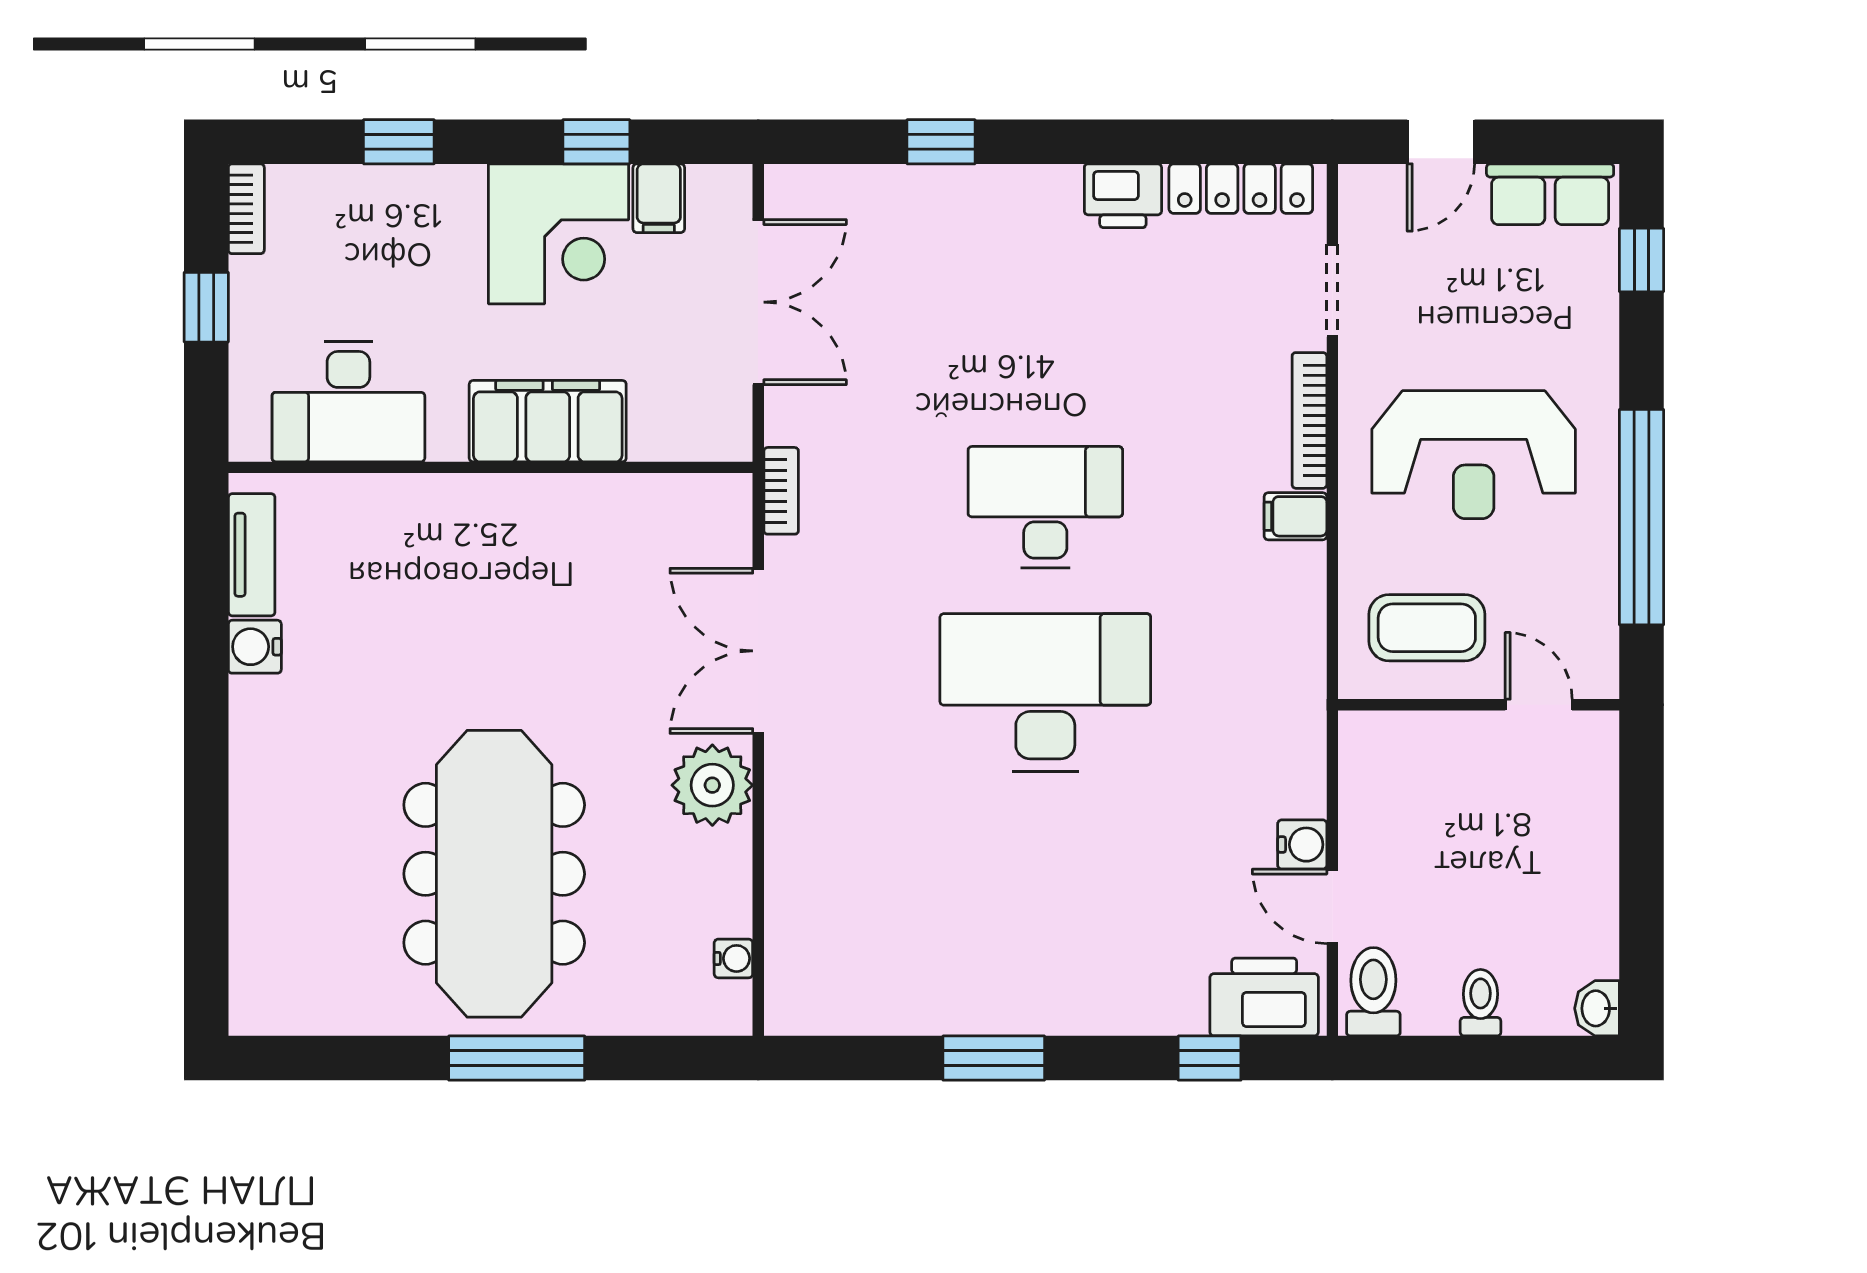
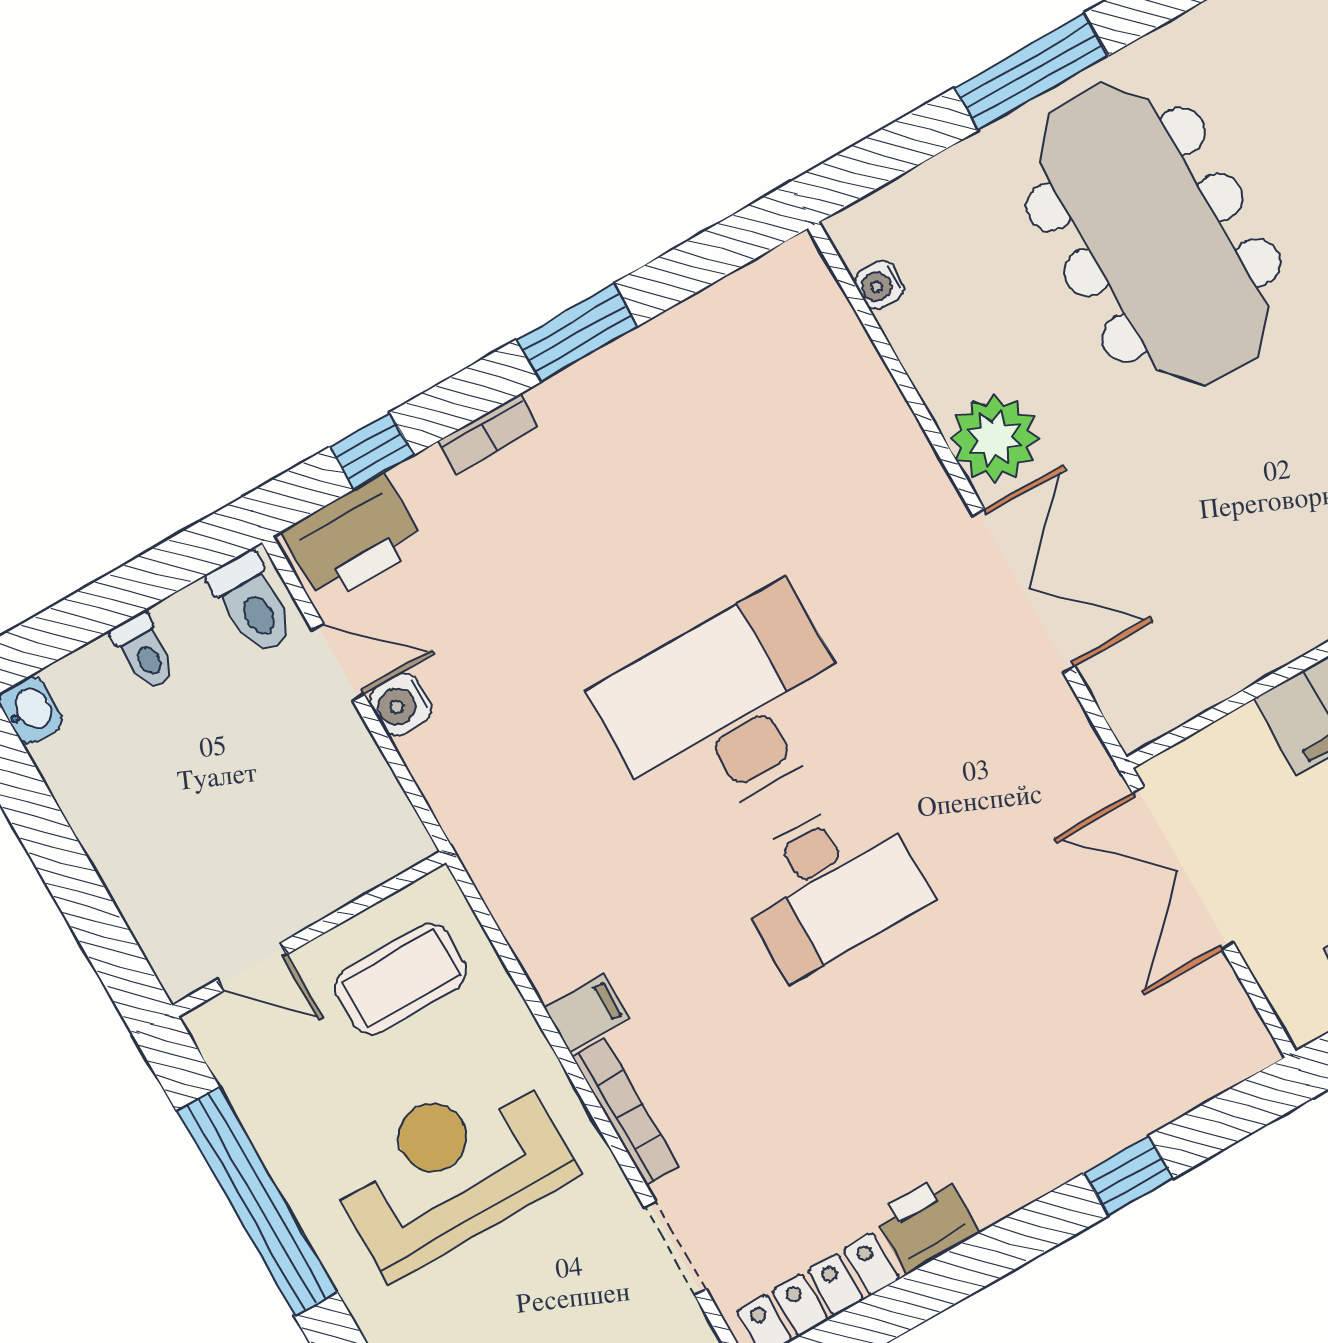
double door: (758, 302) -> (1183, 868), moved
bookcase: (781, 491) -> (487, 434), moved, turned -90
desk: (1045, 693) -> (728, 709), turned 180

